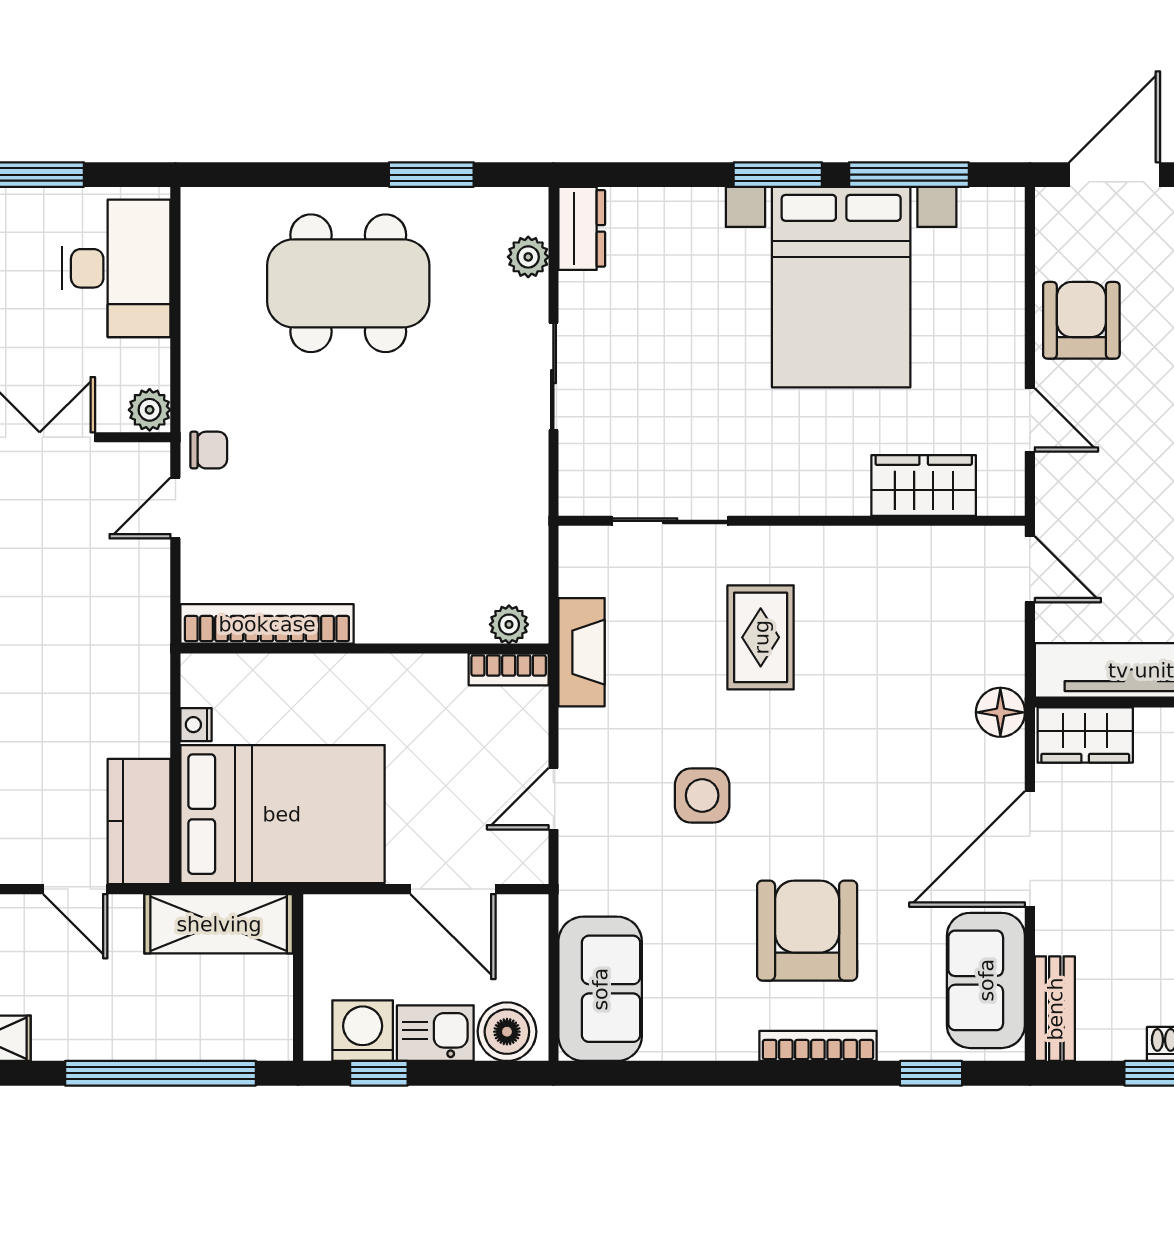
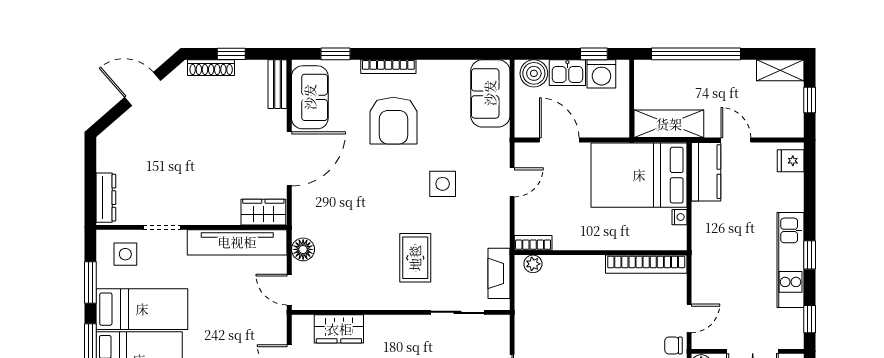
fireplace: (582, 652) -> (499, 273), moved
floor lamp: (1000, 712) -> (303, 249), moved

